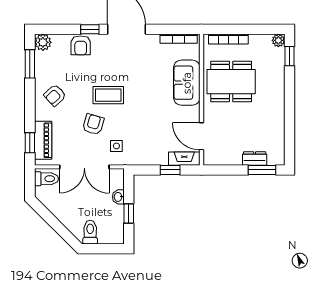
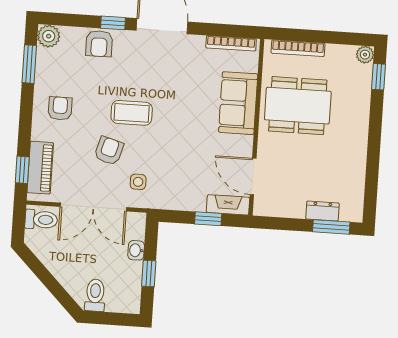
armchair: (55, 95) -> (60, 108), turned 133

